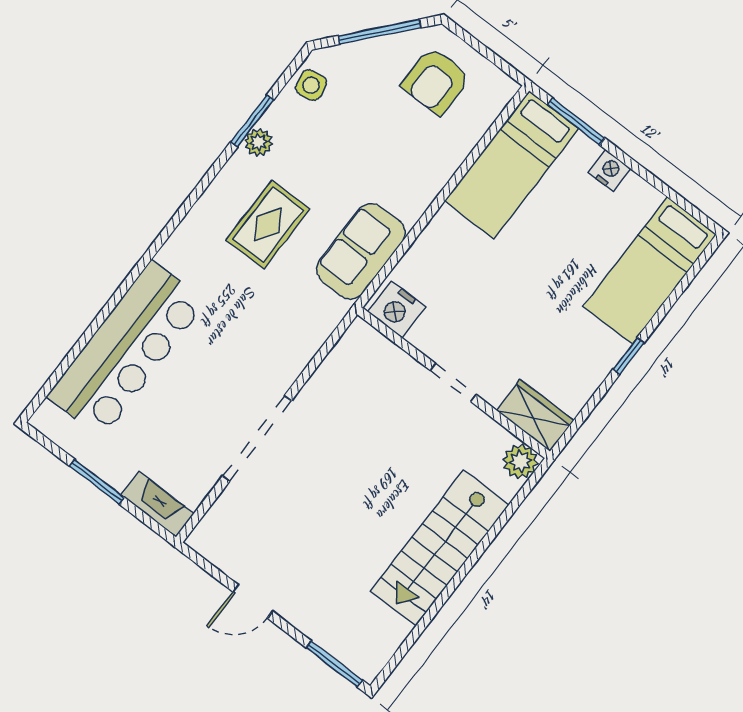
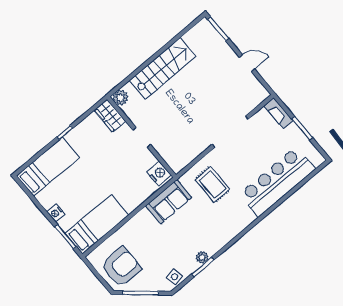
armchair: (436, 81) -> (121, 267), width x1.36, depth x1.36
rug: (268, 224) -> (212, 184), moved, turned 90

